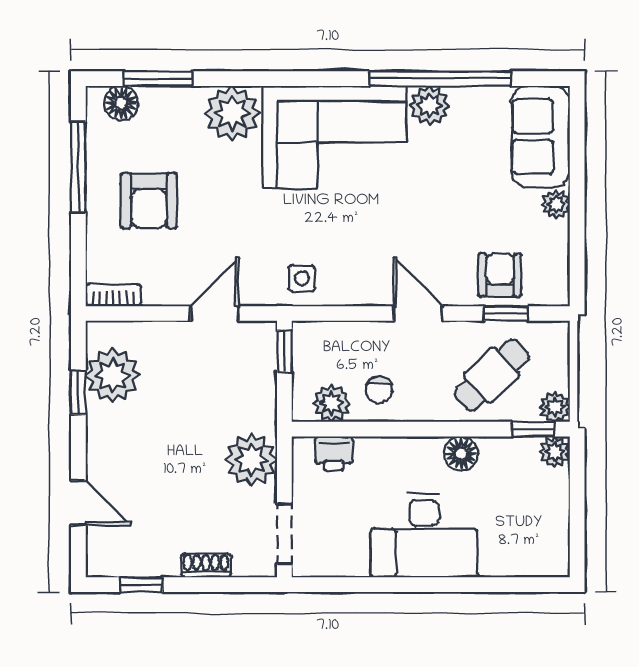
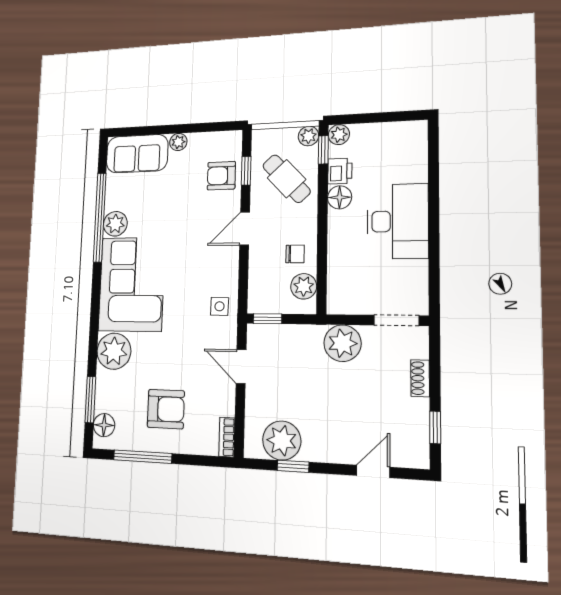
printer: (334, 454) -> (340, 171), moved

